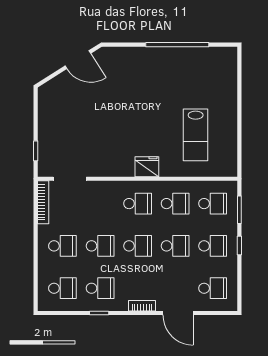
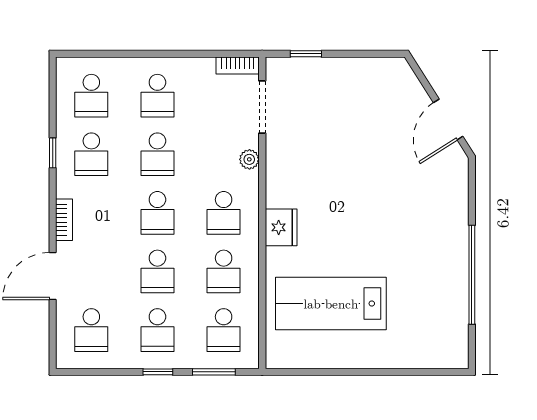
lab bench: (196, 135) -> (331, 304), width x1.36, depth x1.39
plant: (103, 187) -> (249, 159), added
bookcase: (43, 202) -> (238, 65), width x0.64

